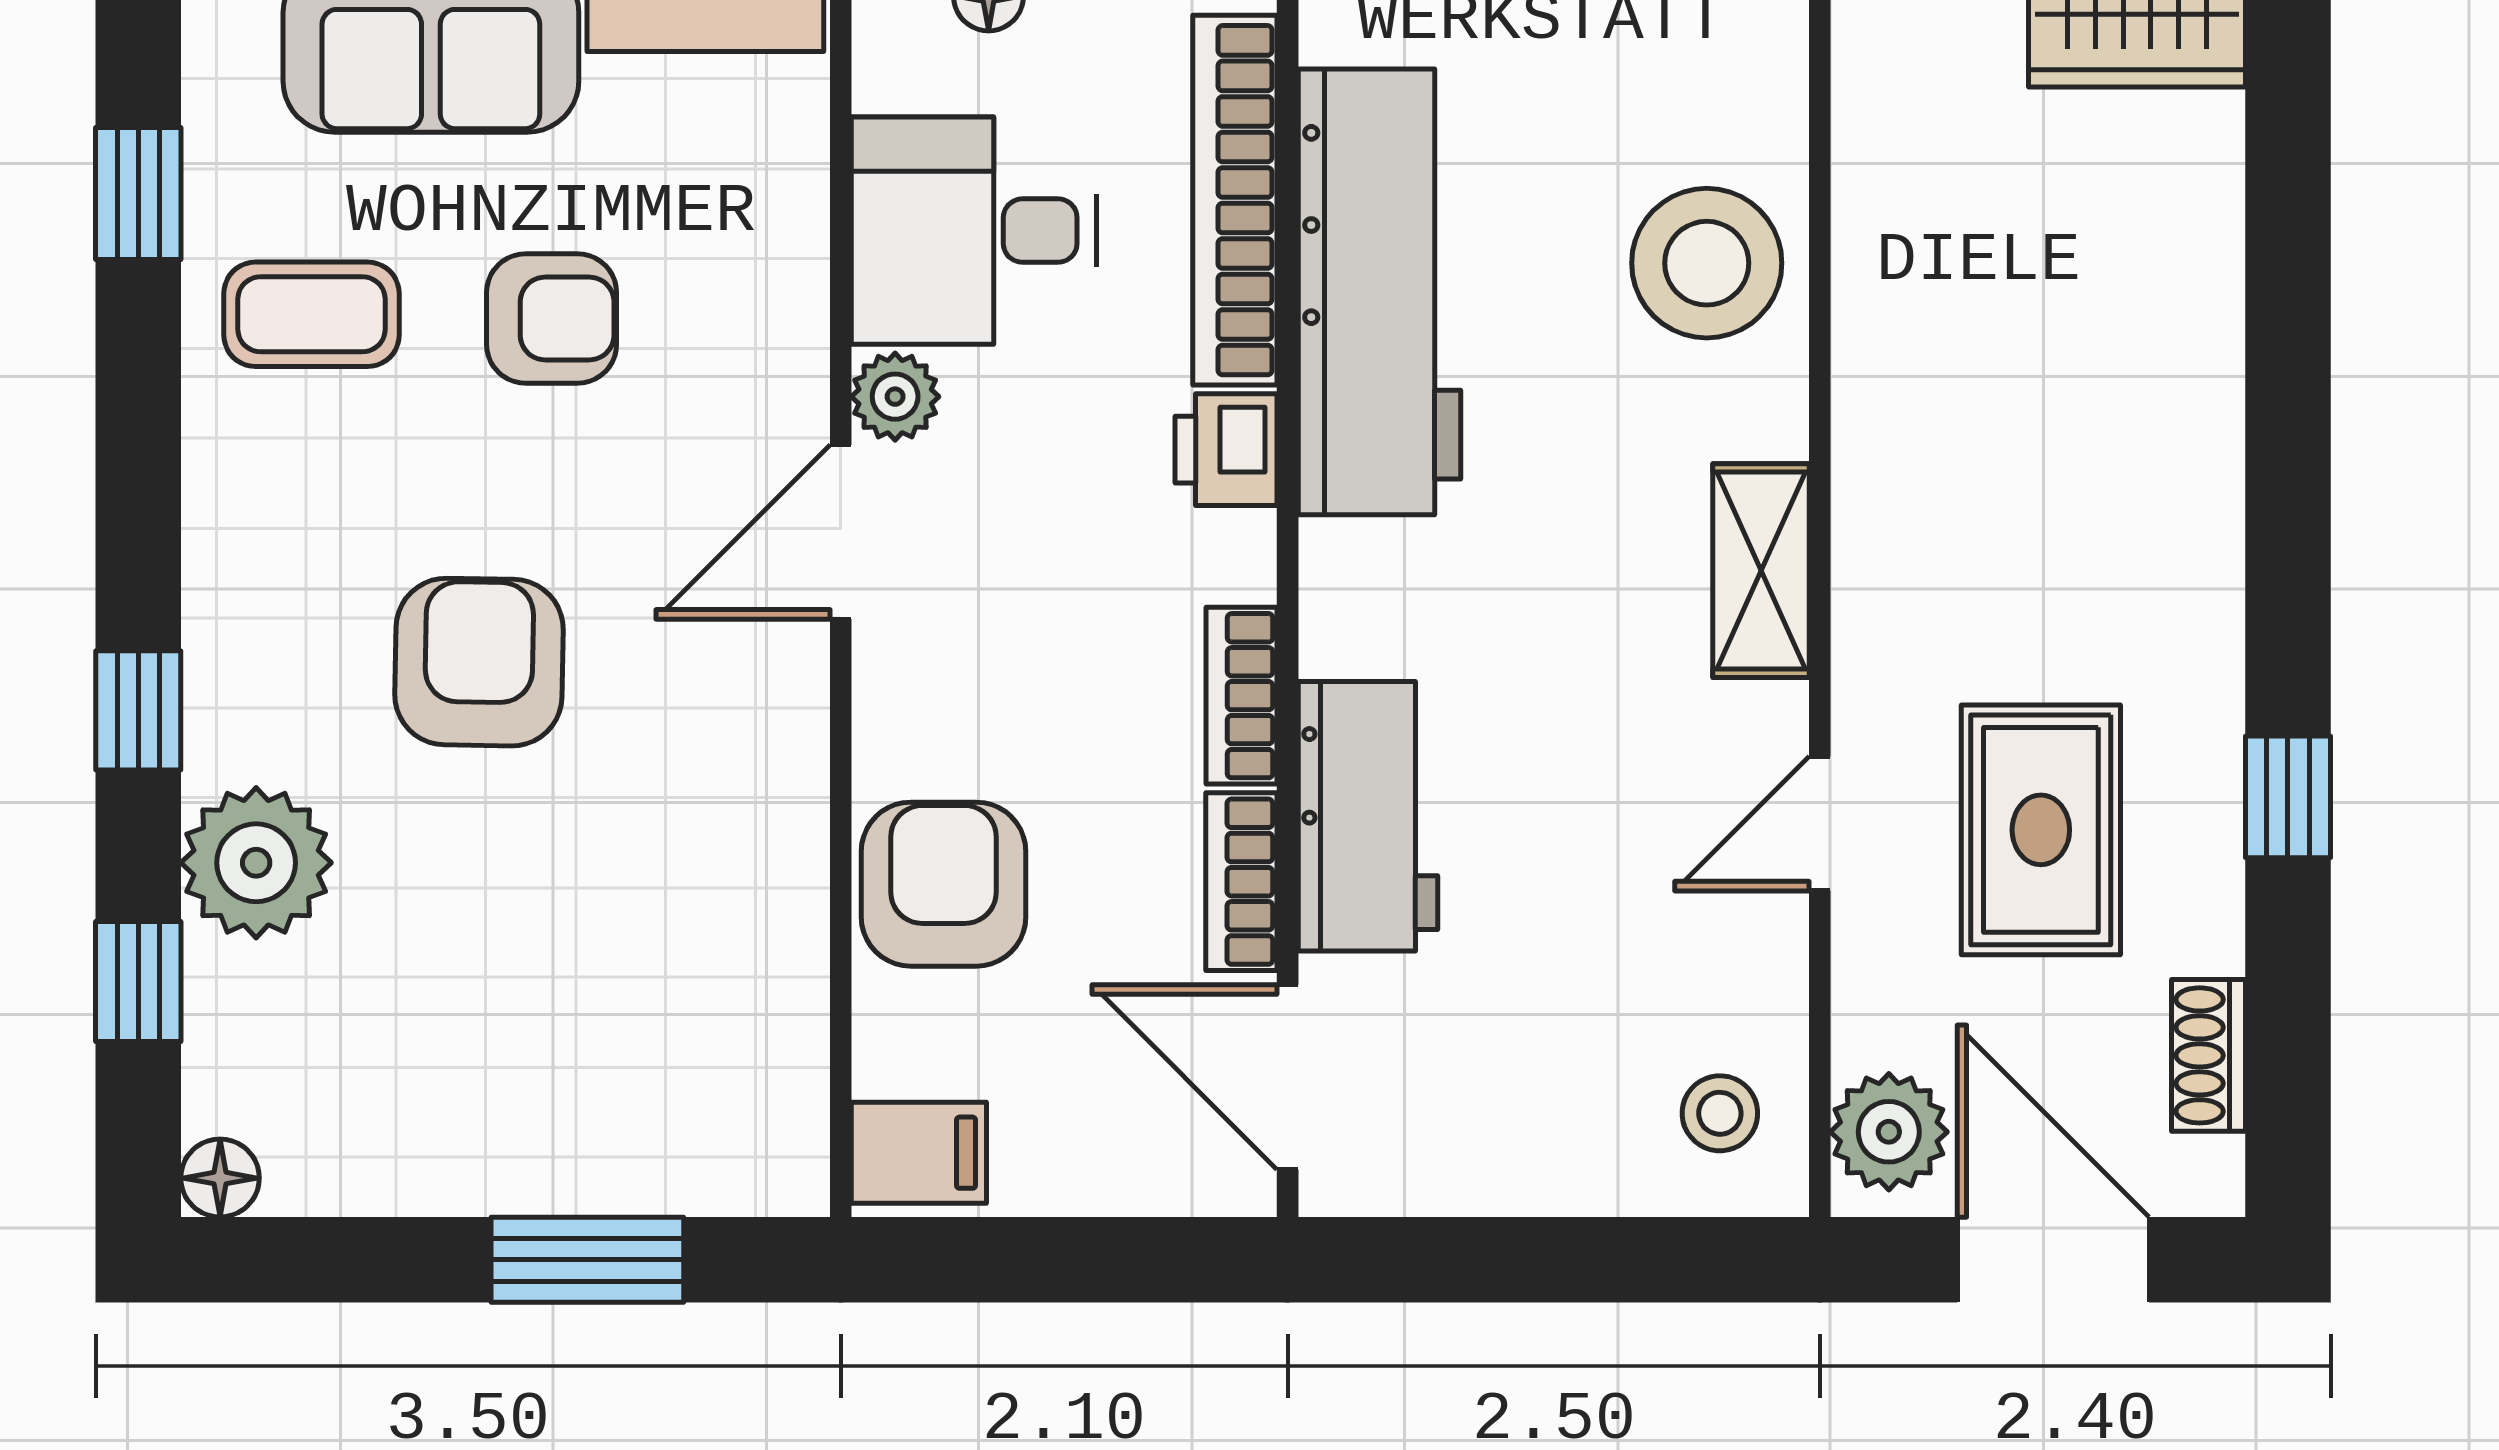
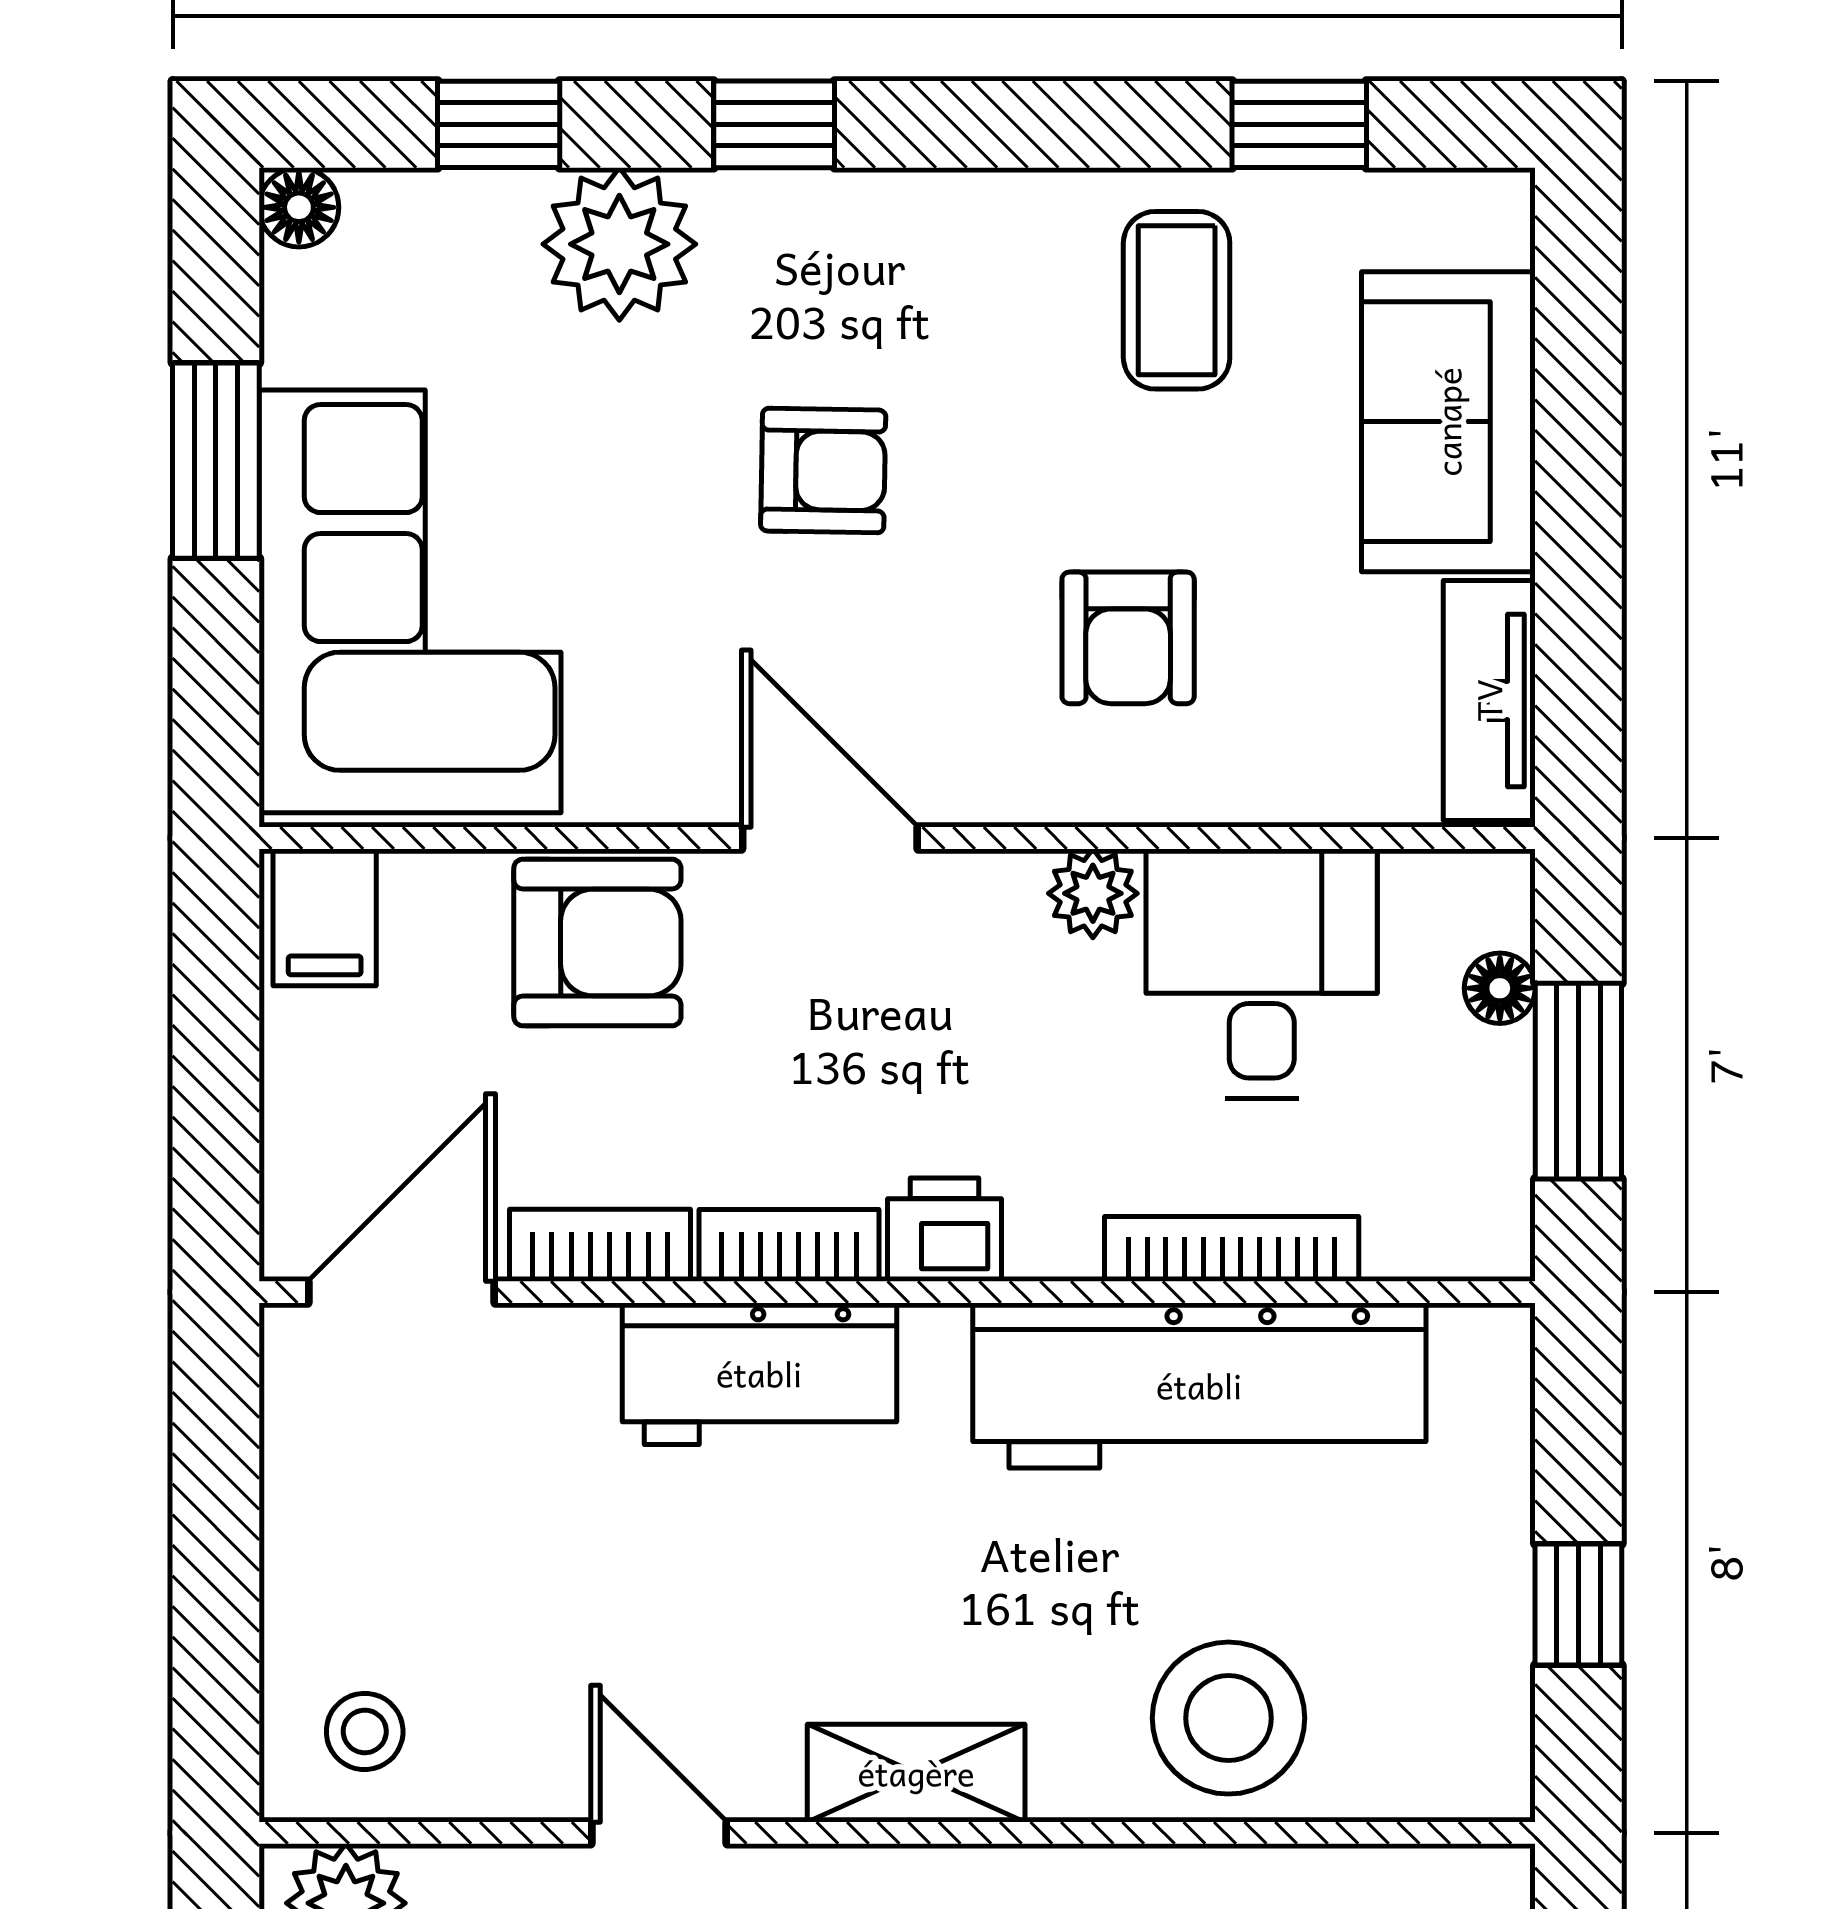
bookcase: (1235, 200) -> (1232, 1249), width x0.68, depth x0.76
armchair: (552, 318) -> (1128, 638), moved
printer: (1226, 450) -> (944, 1230), moved
door: (841, 532) -> (830, 838), moved
armchair: (479, 662) -> (823, 471), width x0.72, depth x0.72
workbench: (1368, 816) -> (759, 1374), moved
corner sofa: (608, 1069) -> (410, 601), added
window: (587, 1260) -> (216, 461), moved

